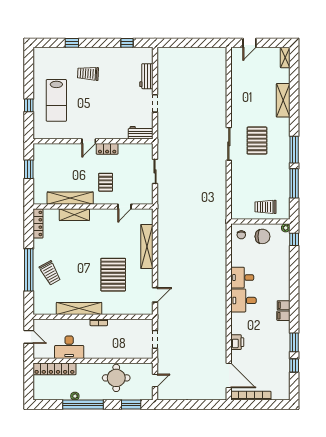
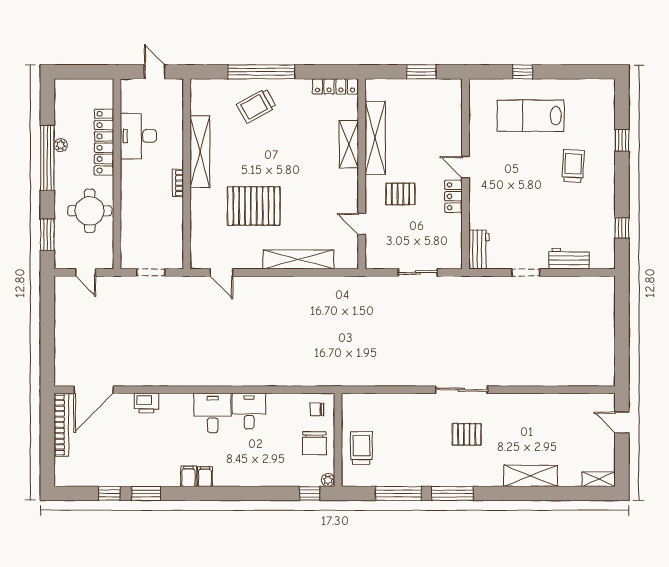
pallet: (257, 141) -> (467, 434), width x0.67, depth x0.71
door: (29, 337) -> (155, 72), swing flipped
locker: (54, 369) -> (104, 142), moved

